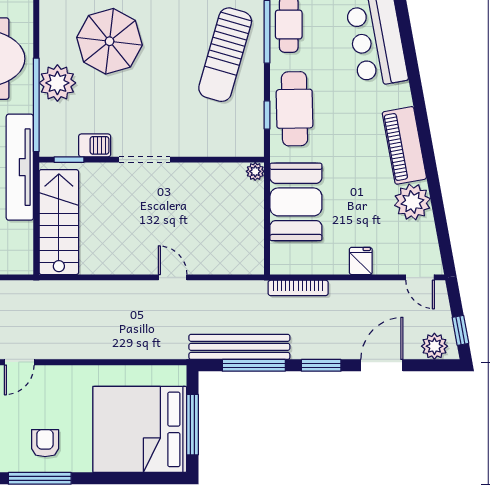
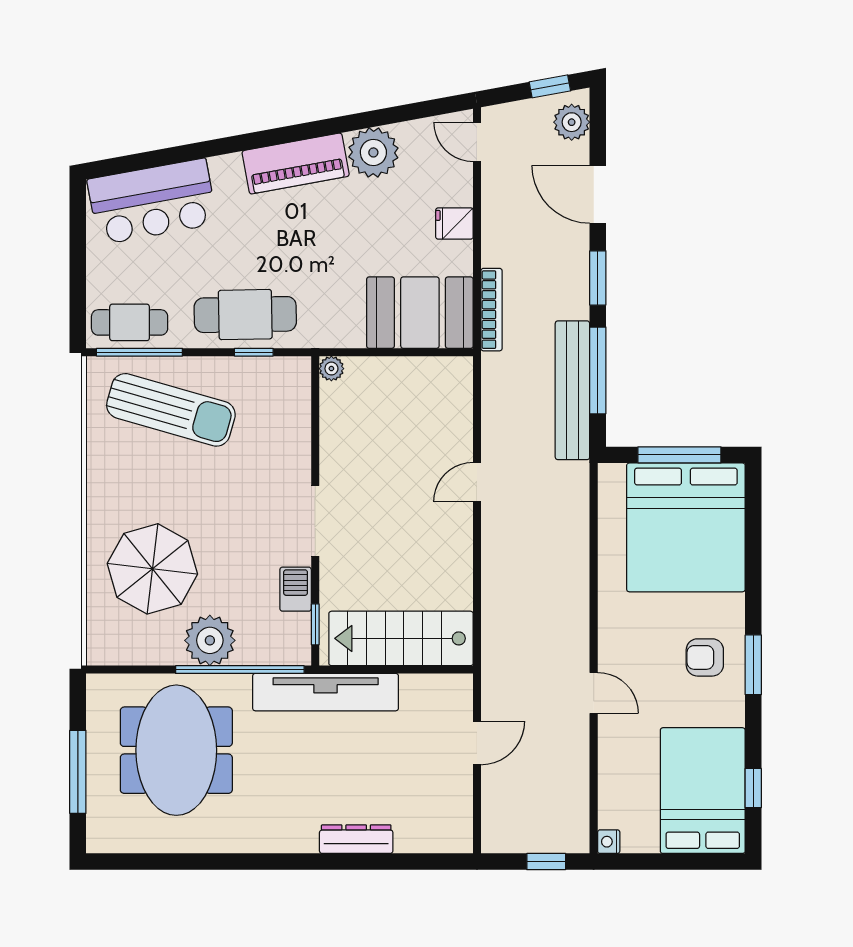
booth: (296, 202) -> (420, 313), moved
door: (420, 277) -> (477, 142), swing flipped
window: (40, 478) -> (753, 665), width x0.69

